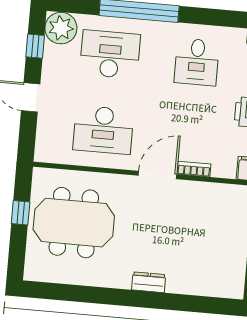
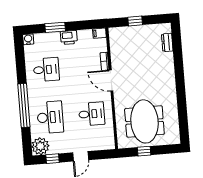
desk: (110, 54) -> (50, 117), turned 180
desk: (103, 130) -> (92, 114), width x0.73
dresser: (149, 282) -> (167, 42), moved

